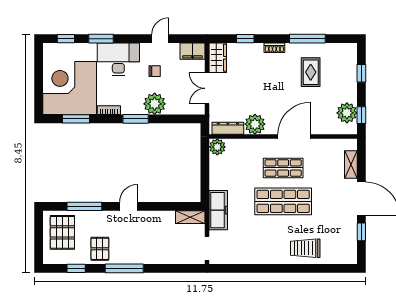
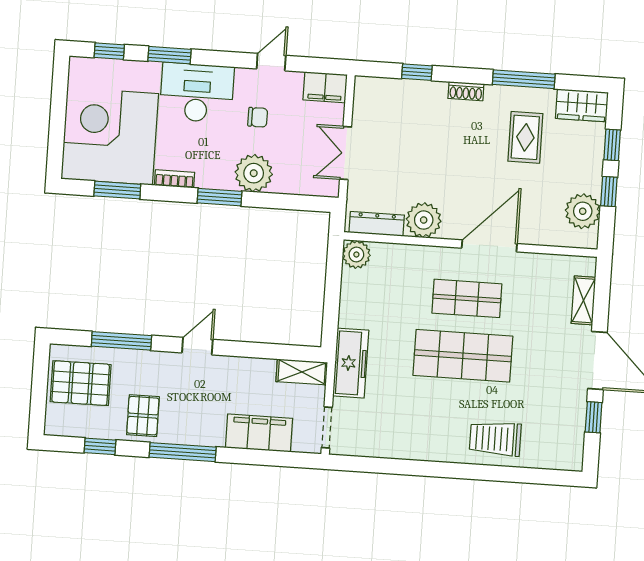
wardrobe: (218, 58) -> (582, 105), moved, turned 90
window: (361, 115) -> (609, 192), moved
pallet: (62, 232) -> (81, 383), turned 90
filing cabinet: (168, 254) -> (259, 433), added

